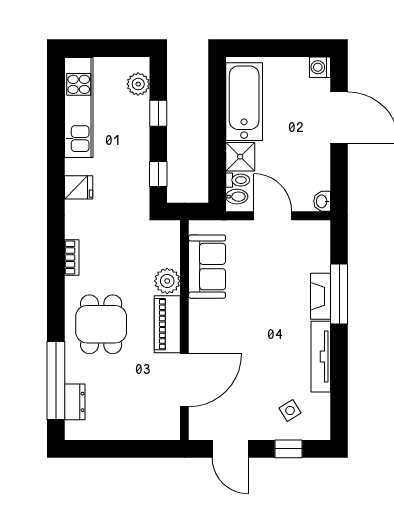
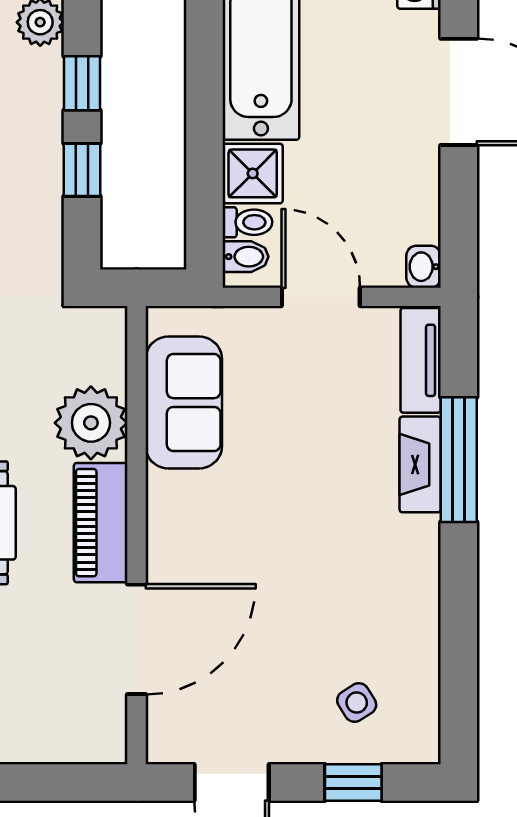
window: (158, 174) -> (82, 170), moved
plant: (167, 281) -> (91, 423), width x1.36, depth x1.36
tv unit: (321, 357) -> (421, 360), moved, width x0.71

